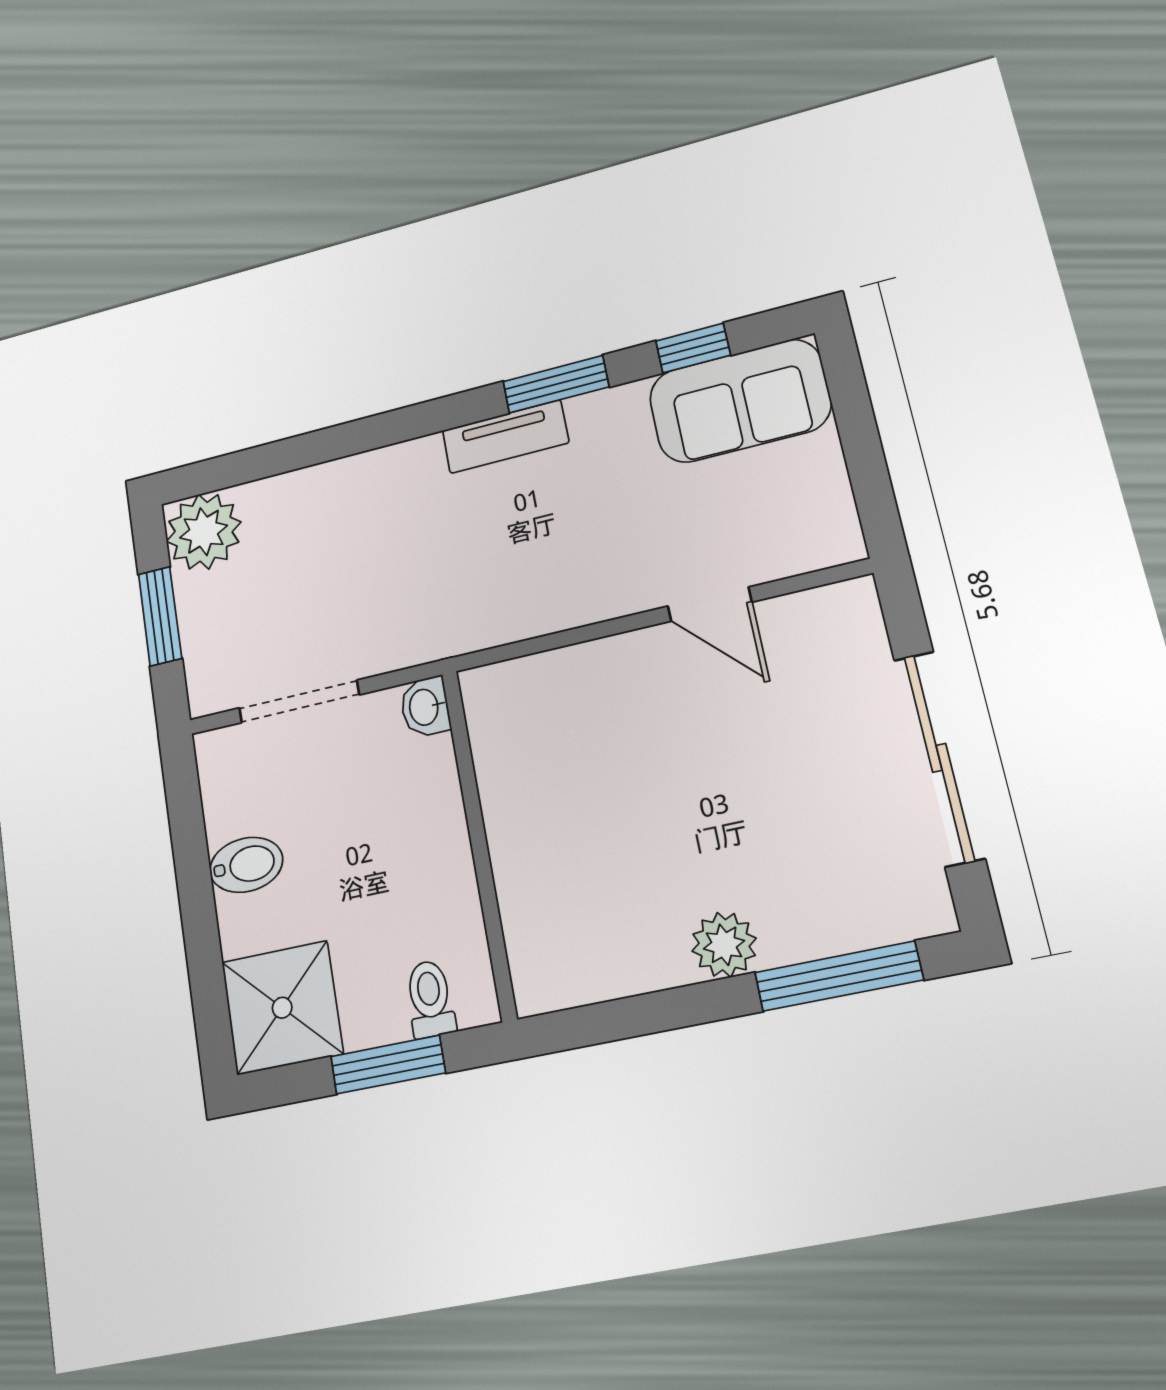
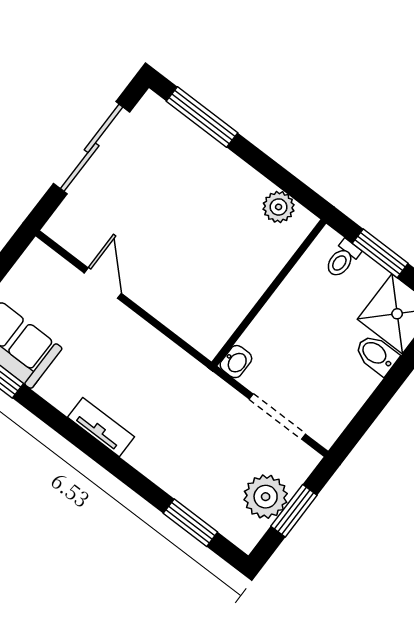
window: (556, 384) -> (190, 523), moved
plant: (204, 532) -> (266, 497), moved
bidet: (246, 865) -> (377, 355), moved
plant: (724, 945) -> (279, 207), moved

